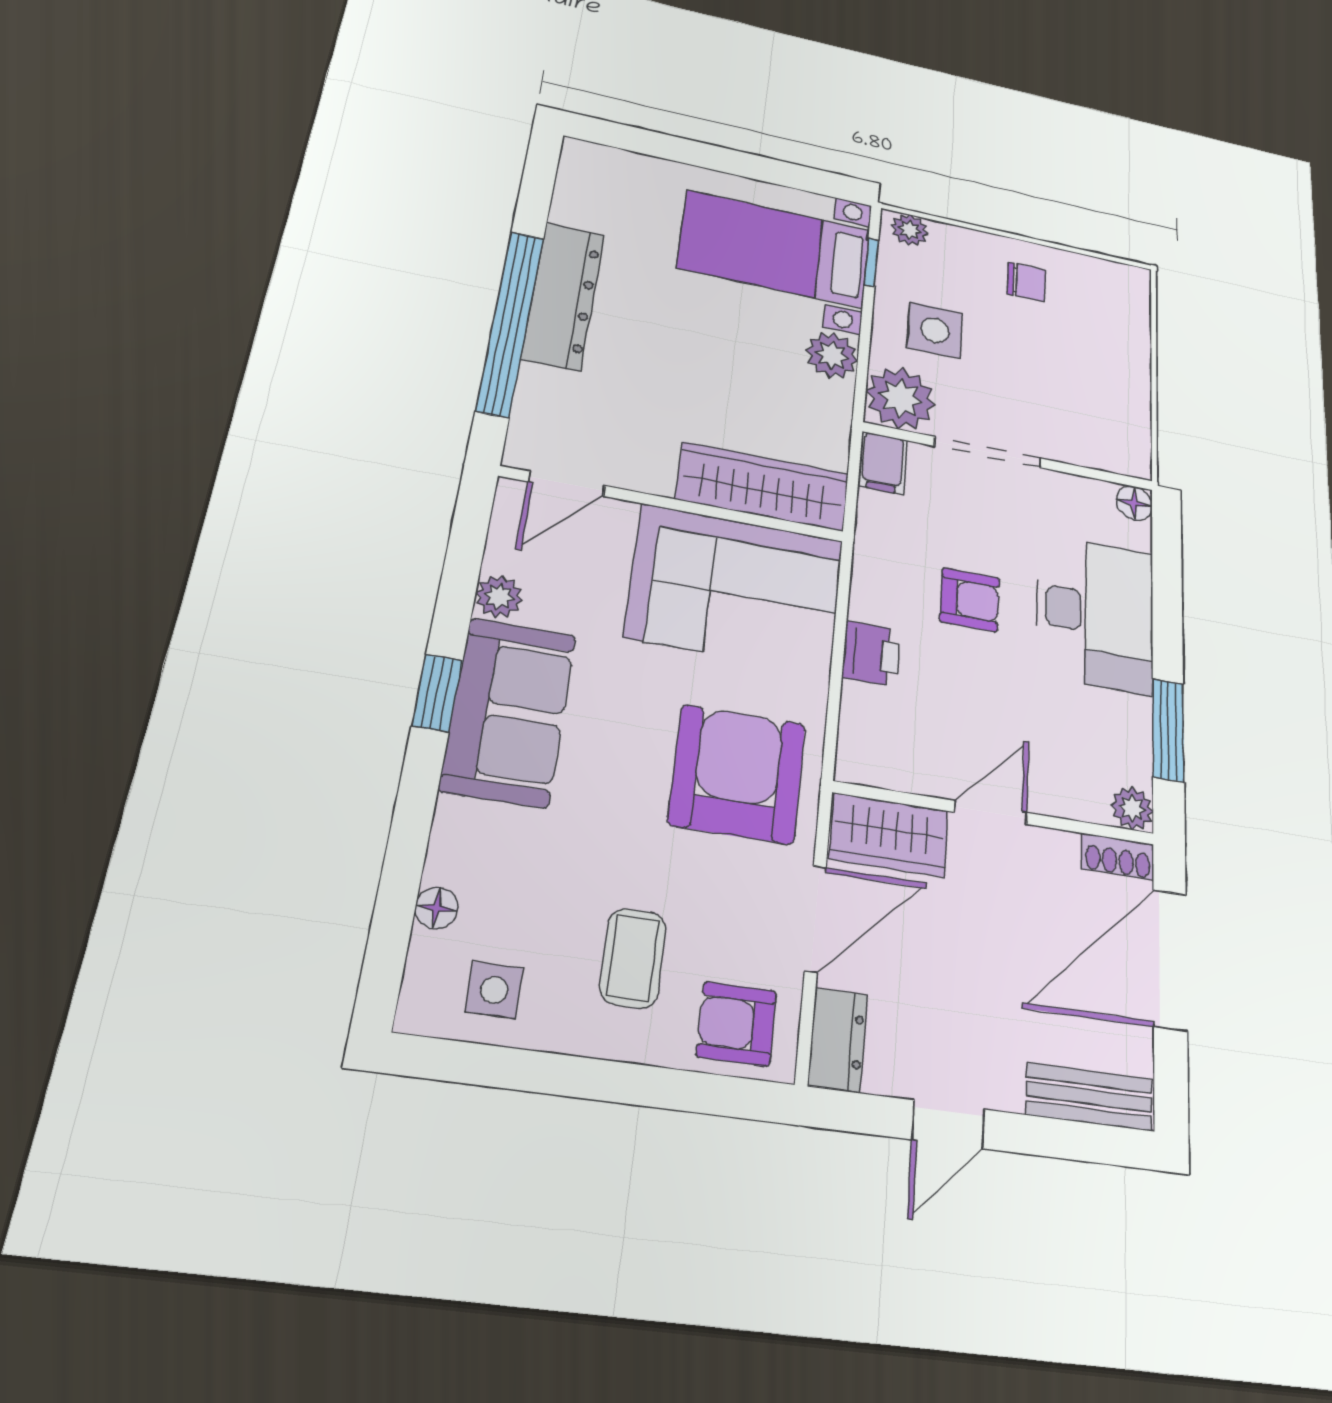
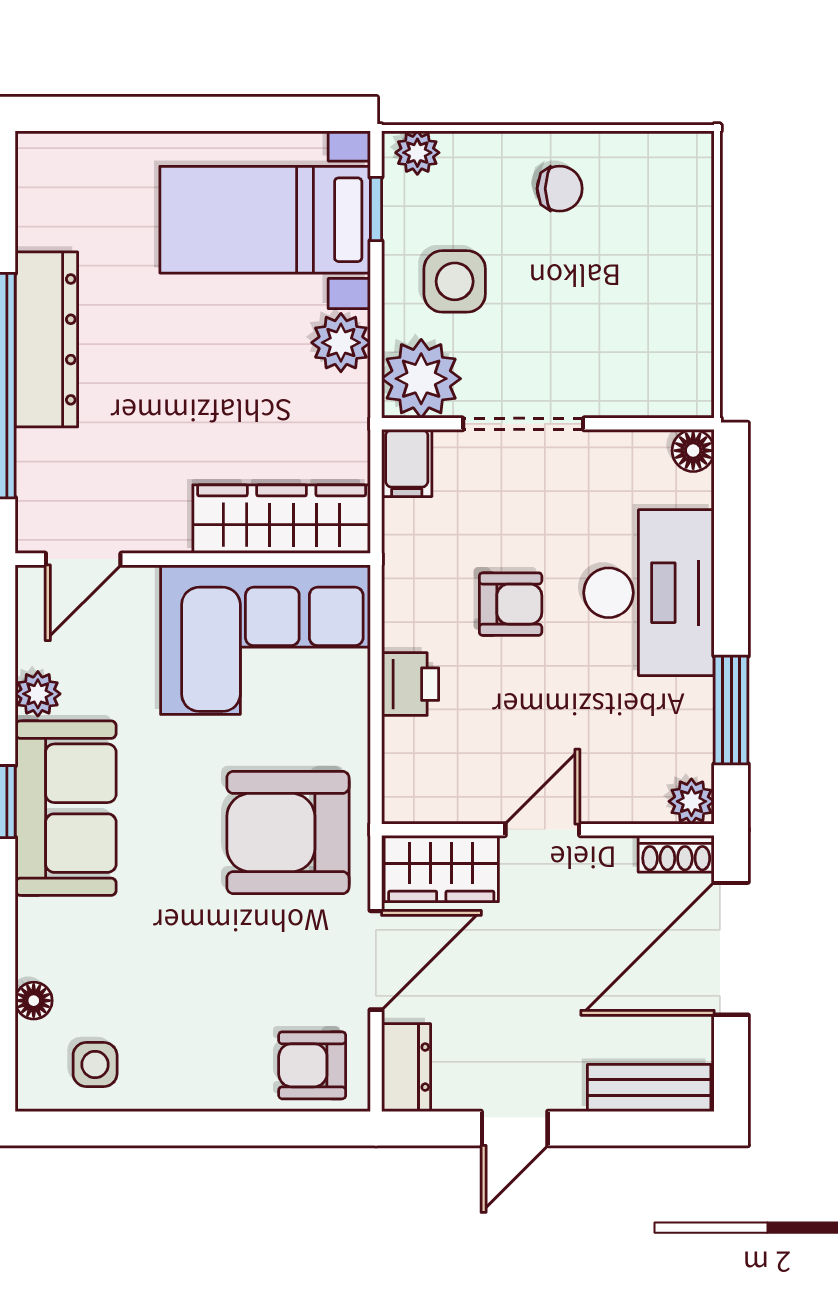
armchair: (737, 774) -> (288, 833), turned -90
coffee table: (633, 958) -> (212, 1020), removed

